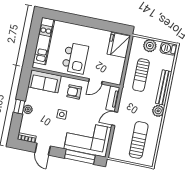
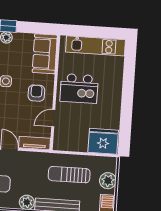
door: (95, 81) -> (53, 118), hinge flipped

